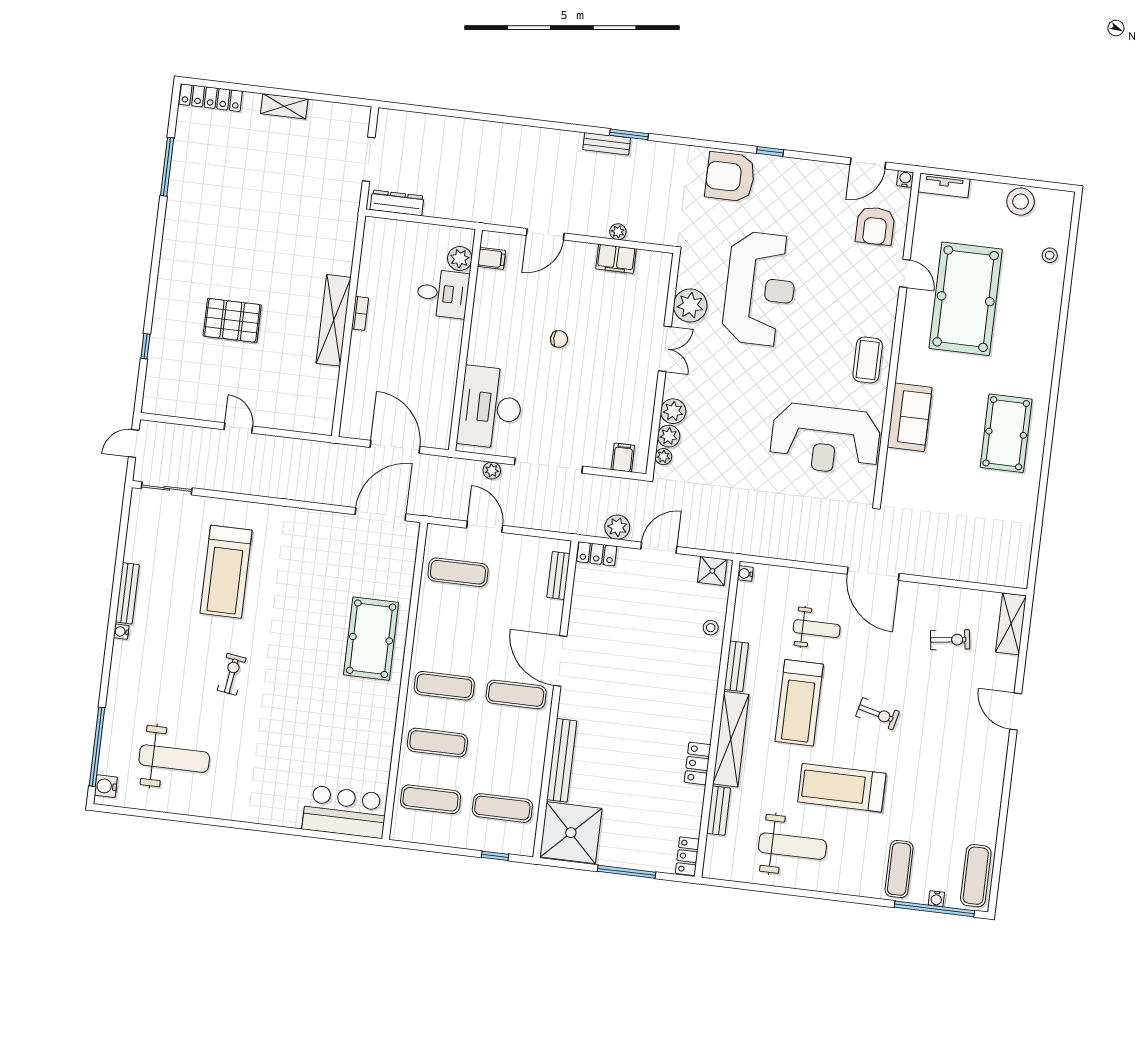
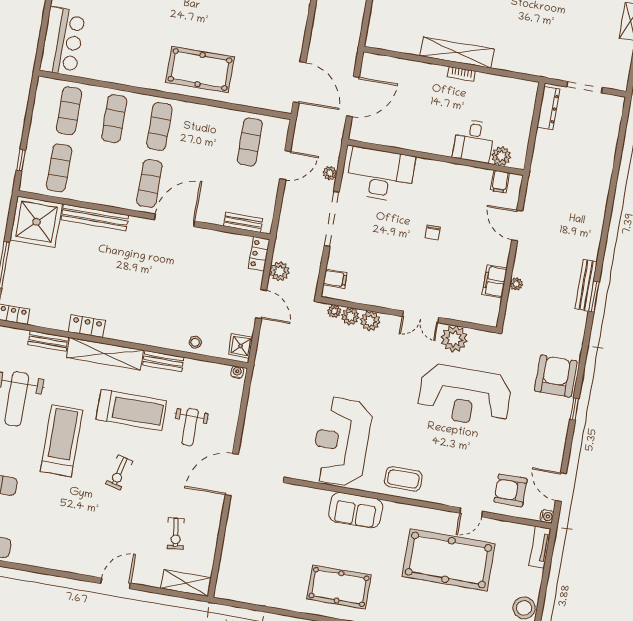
bench: (607, 144) -> (586, 285), width x1.36
treadmill: (799, 703) -> (131, 410), turned 180

